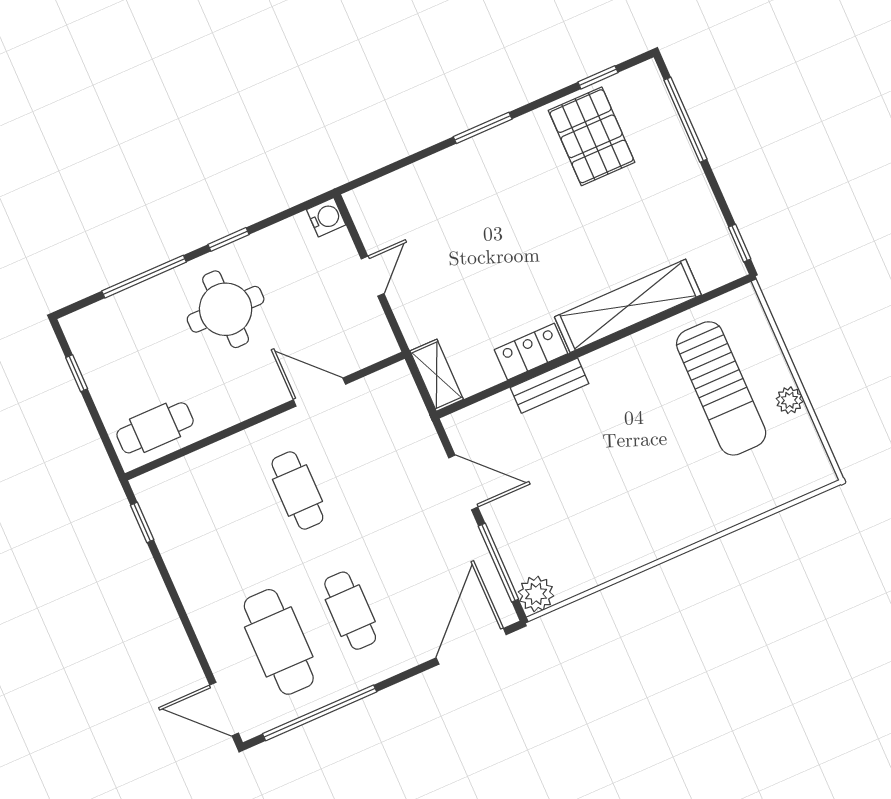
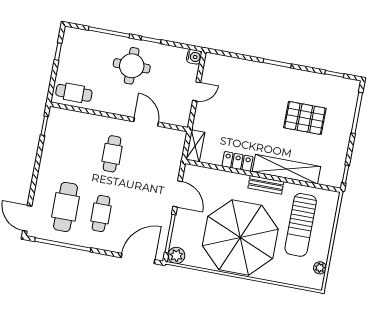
pallet: (592, 136) -> (305, 118), moved, turned 90
bench: (549, 386) -> (266, 185), moved
plant: (789, 400) -> (320, 268), moved
parasol: (628, 484) -> (240, 237), added

